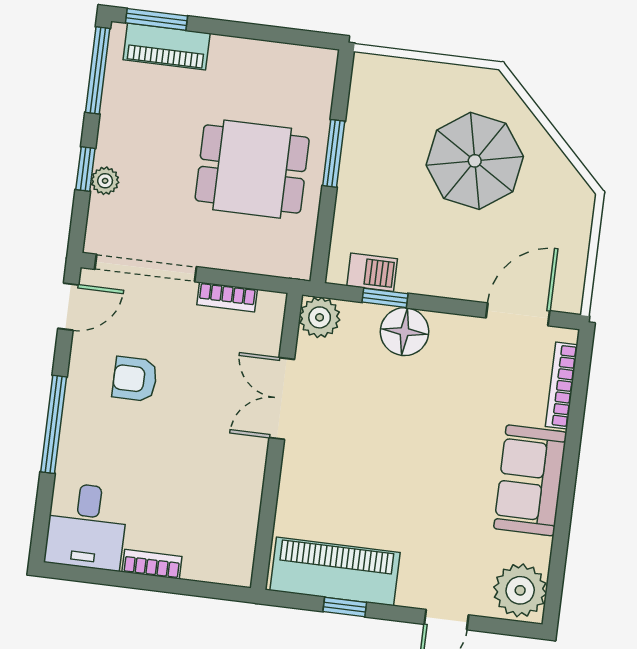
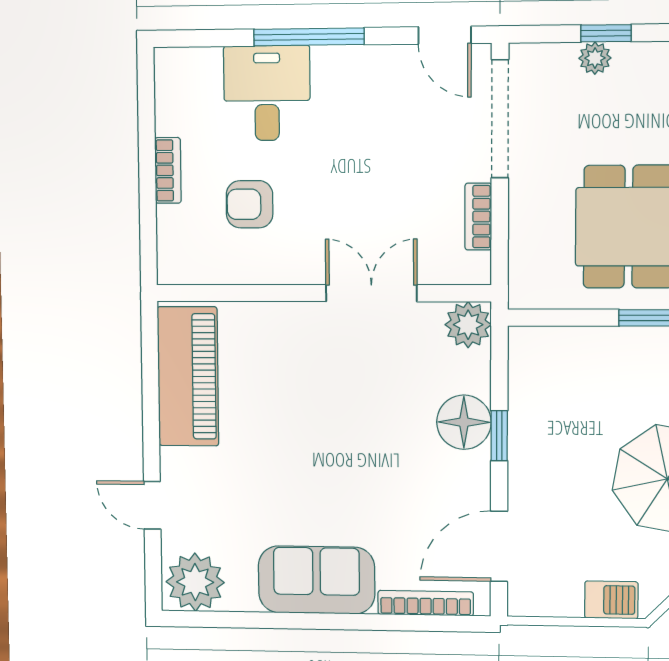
barbecue: (372, 272) -> (611, 600), moved, turned -90
window: (385, 298) -> (499, 436), moved
door: (518, 314) -> (499, 546), swing flipped
armchair: (135, 379) -> (250, 204), moved, turned -90
desk: (86, 526) -> (267, 93), moved, turned 90
window: (345, 607) -> (151, 392), removed

